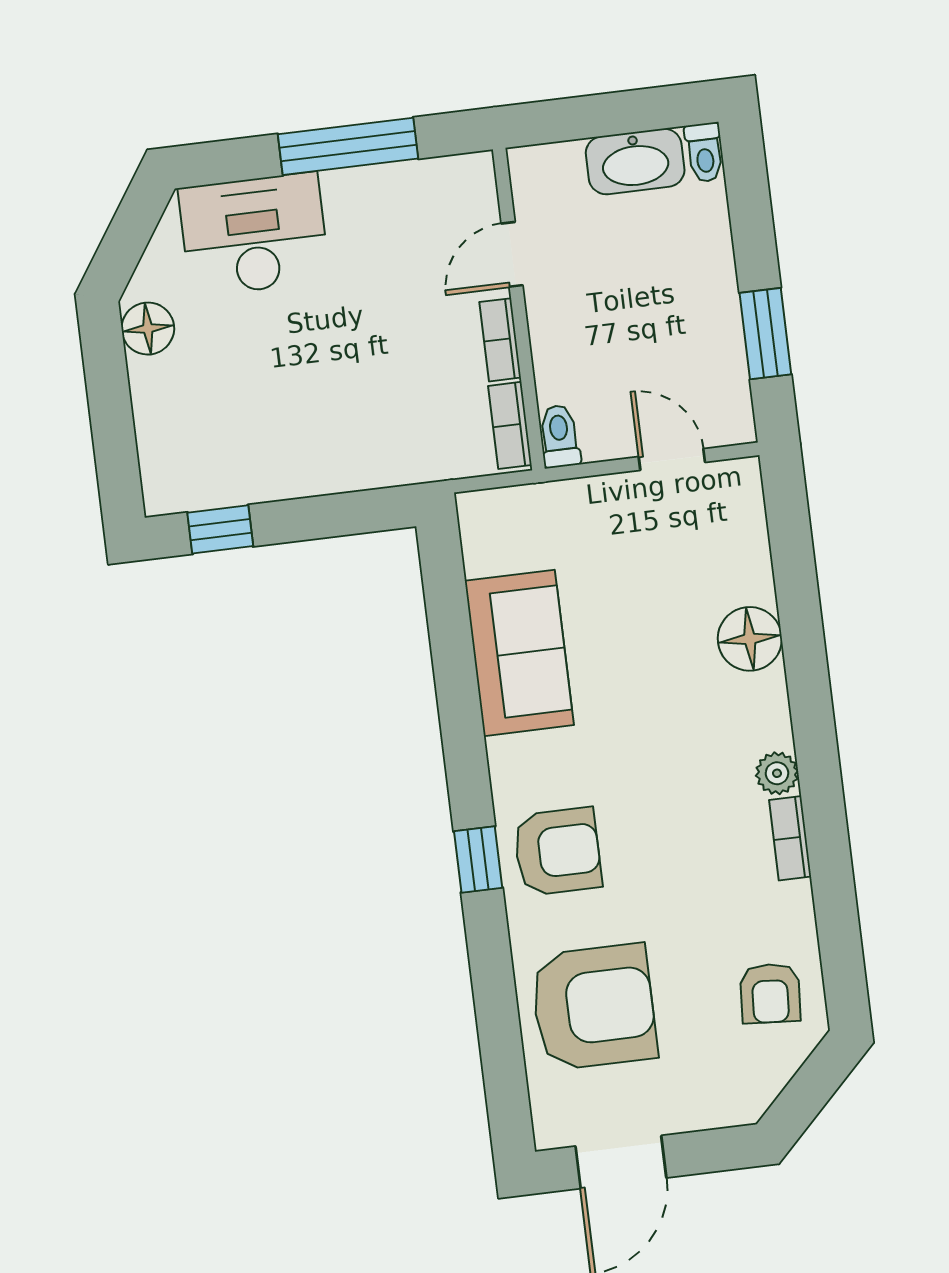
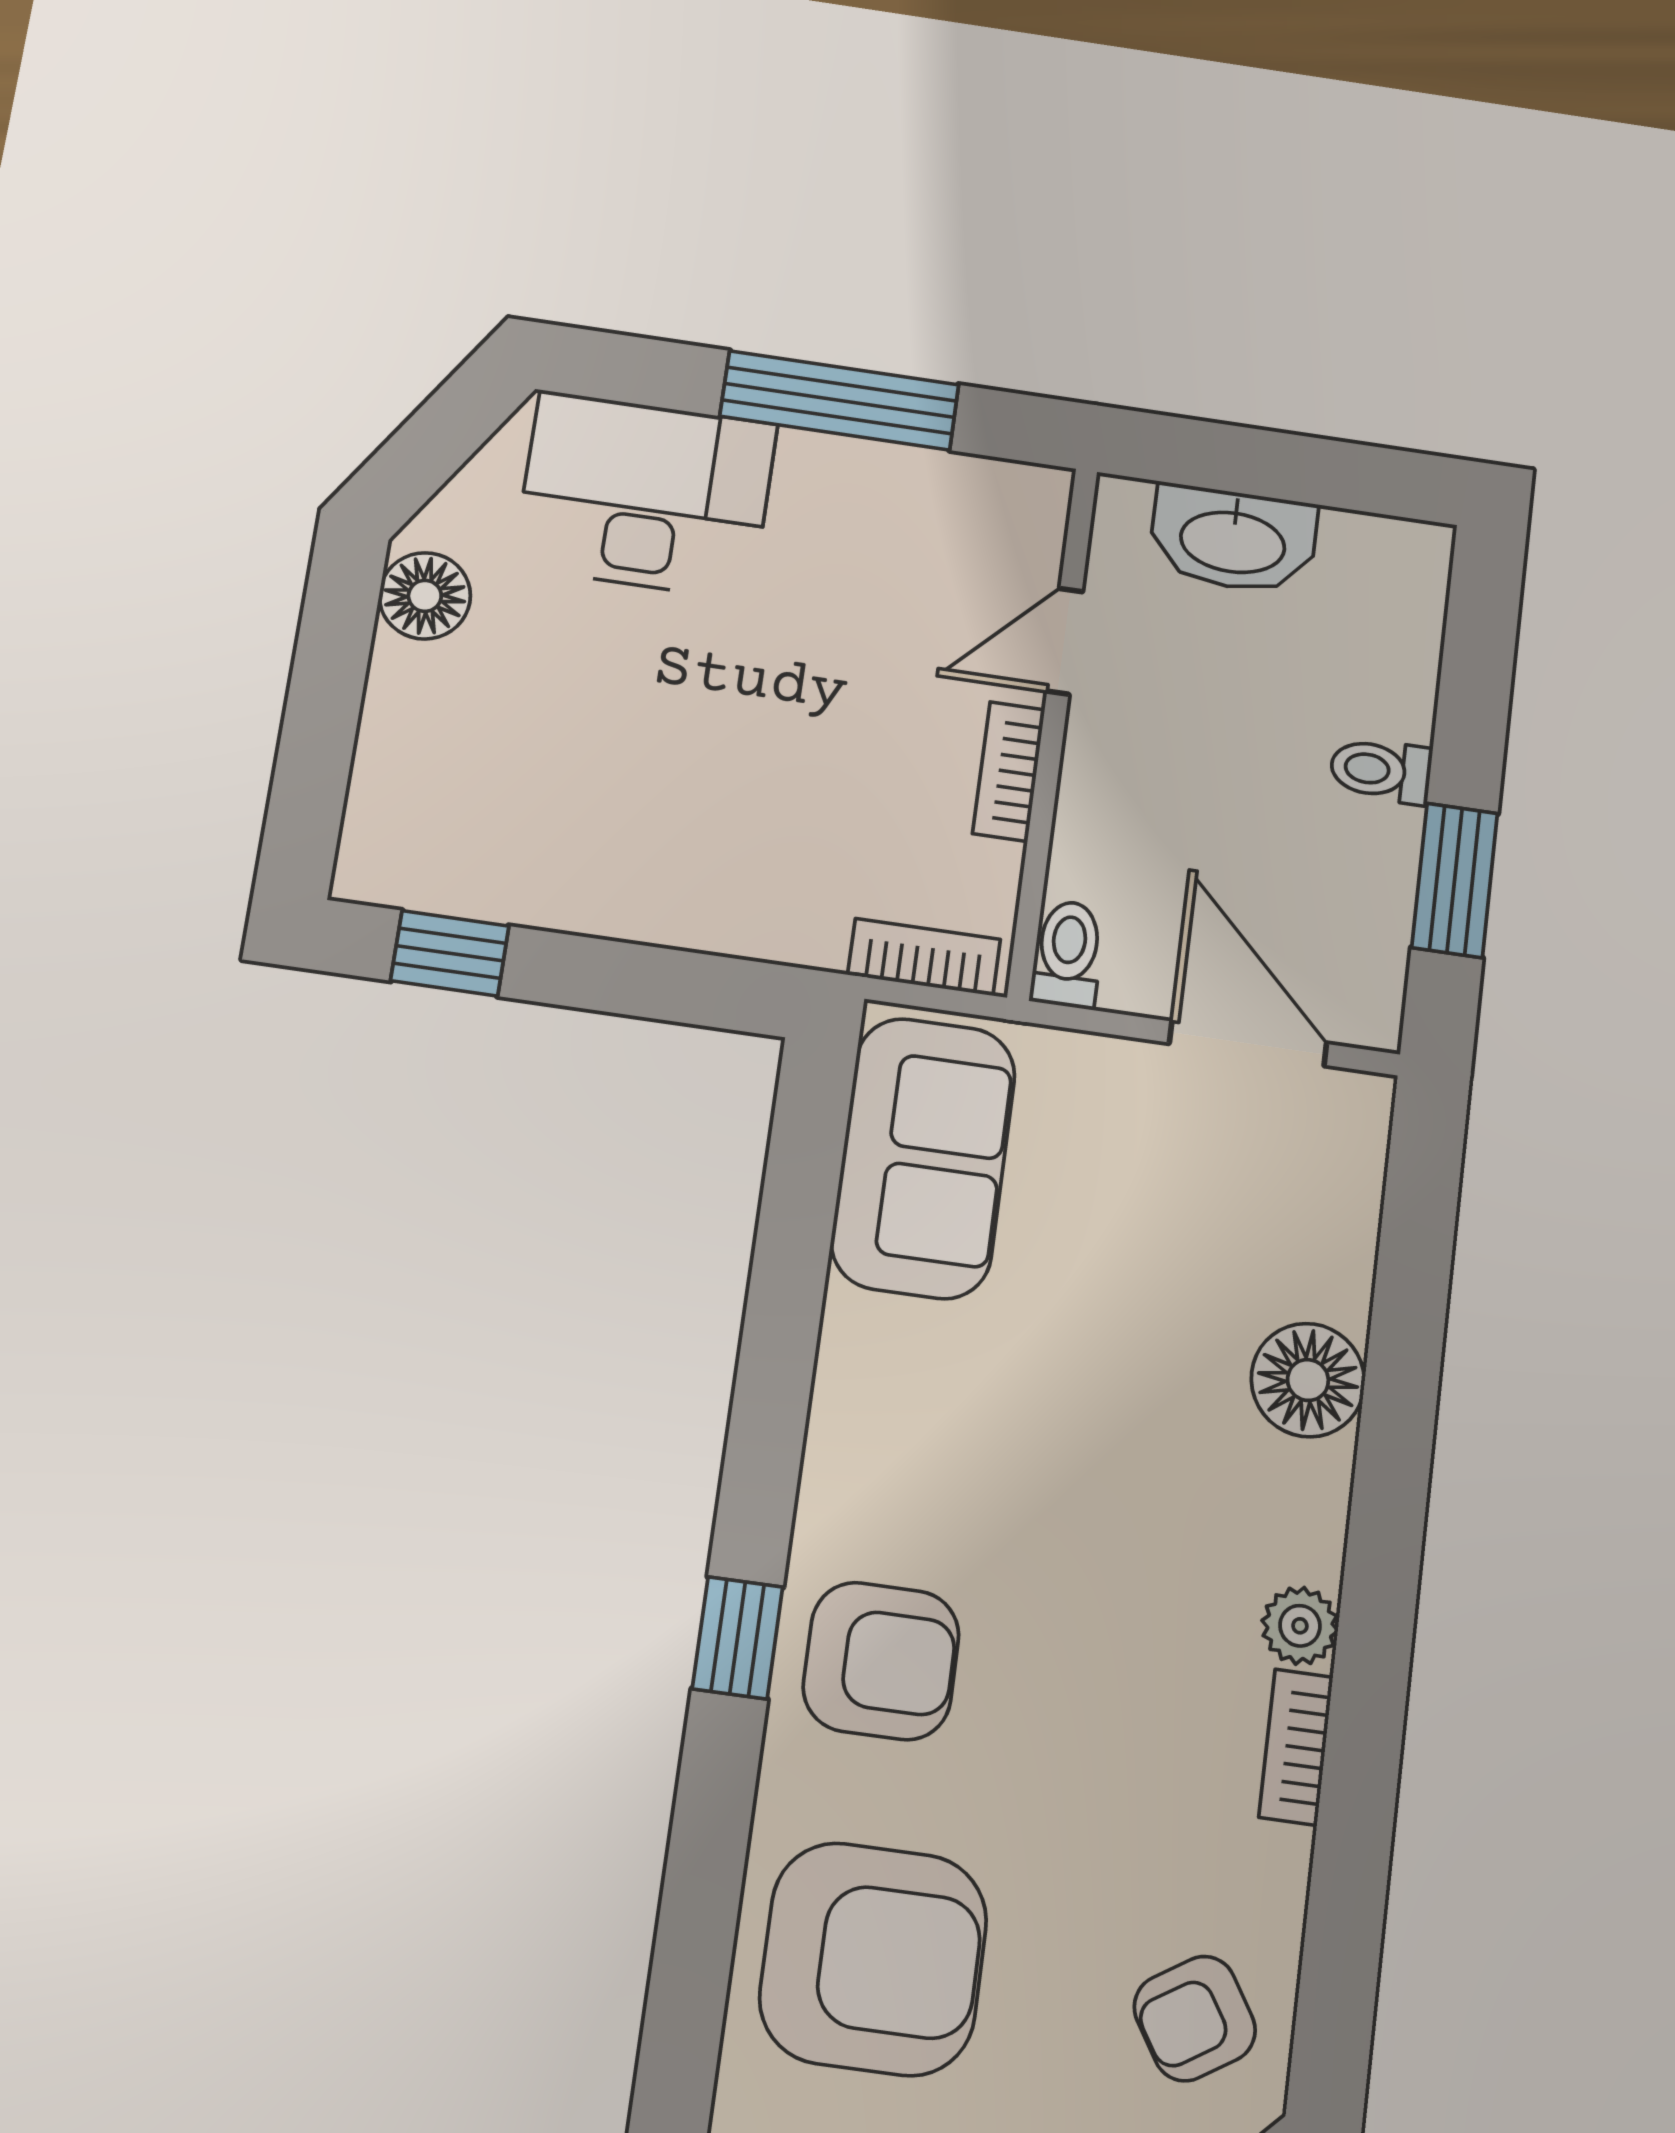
toilet: (704, 152) -> (1381, 770), moved, turned 90
washbasin: (635, 161) -> (1233, 540), moved
bookcase: (510, 425) -> (924, 957), moved, turned 90
door: (672, 459) -> (1248, 1043), width x1.38
sofa: (519, 653) -> (923, 1158), moved
armchair: (770, 993) -> (1195, 2019), turned 54

